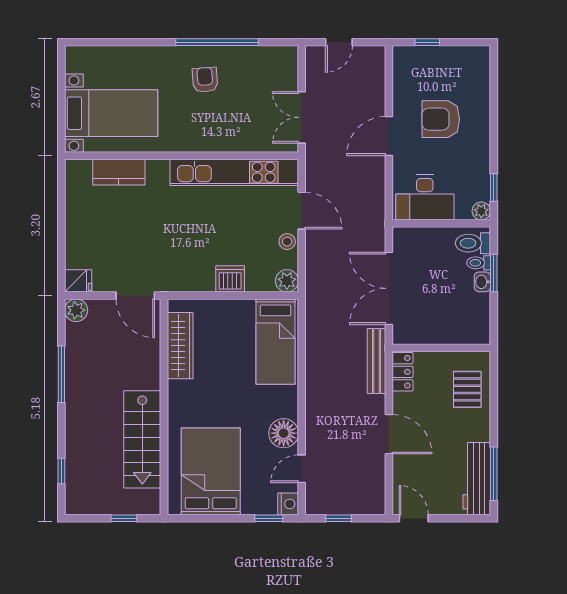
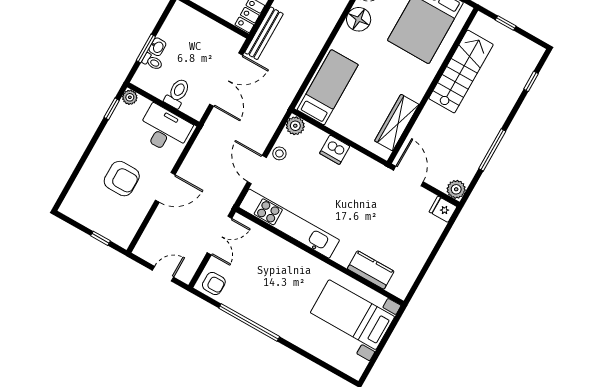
armchair: (205, 80) -> (214, 284), moved, turned -86
toilet: (473, 243) -> (177, 93), moved, turned -90

